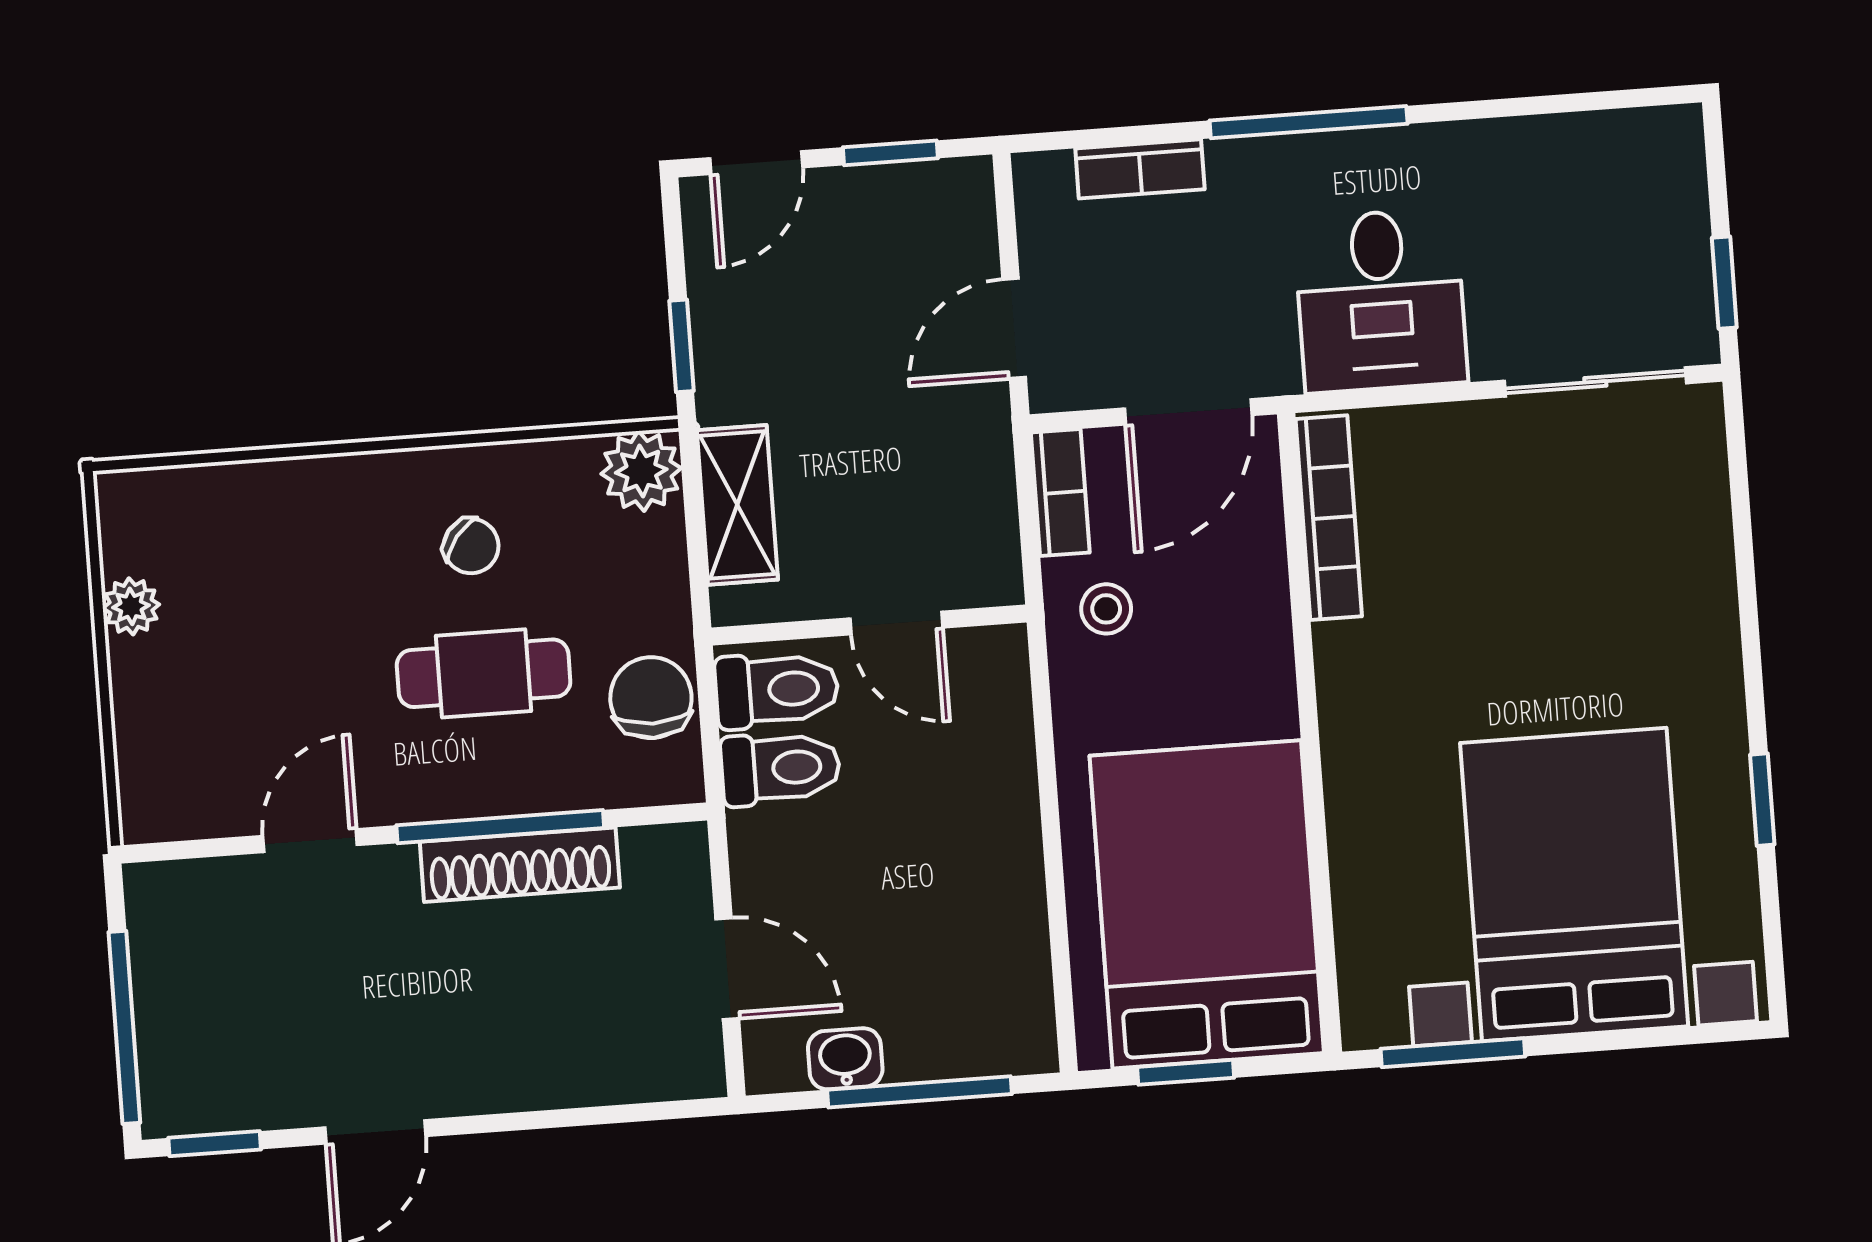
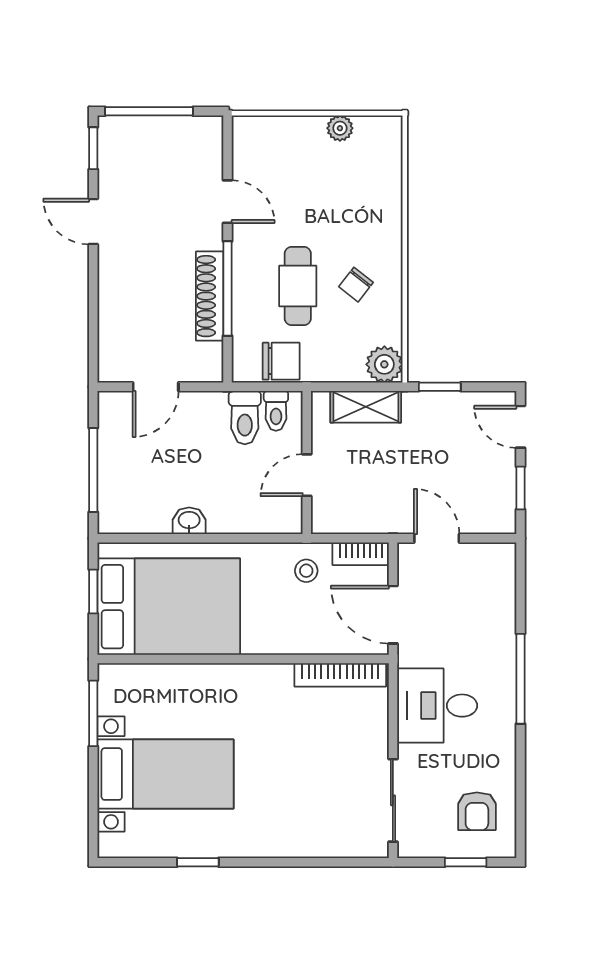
bookcase: (1140, 169) -> (505, 601), removed
armchair: (1606, 196) -> (477, 811), added
window: (1724, 283) -> (466, 862), moved
toilet: (777, 690) -> (276, 411), width x0.73, depth x0.72
bed with nightstands: (1574, 885) -> (166, 774), width x0.73
washbasin: (845, 1059) -> (189, 521), moved, turned -90

